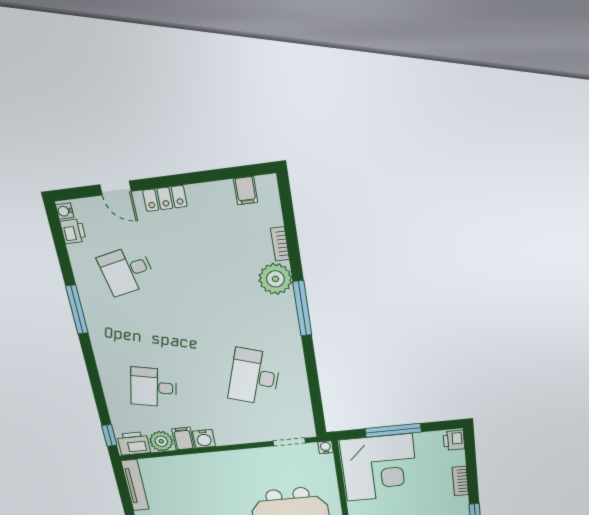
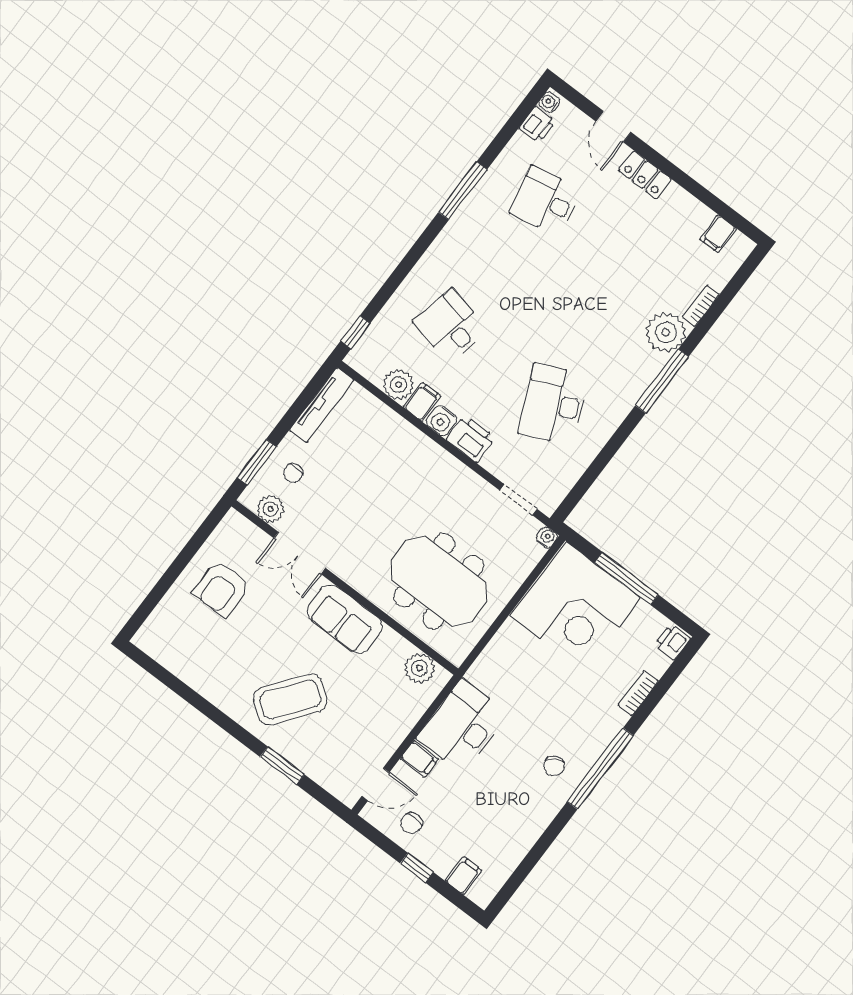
desk: (254, 377) -> (554, 404), turned -42
printer: (134, 443) -> (471, 439), moved

